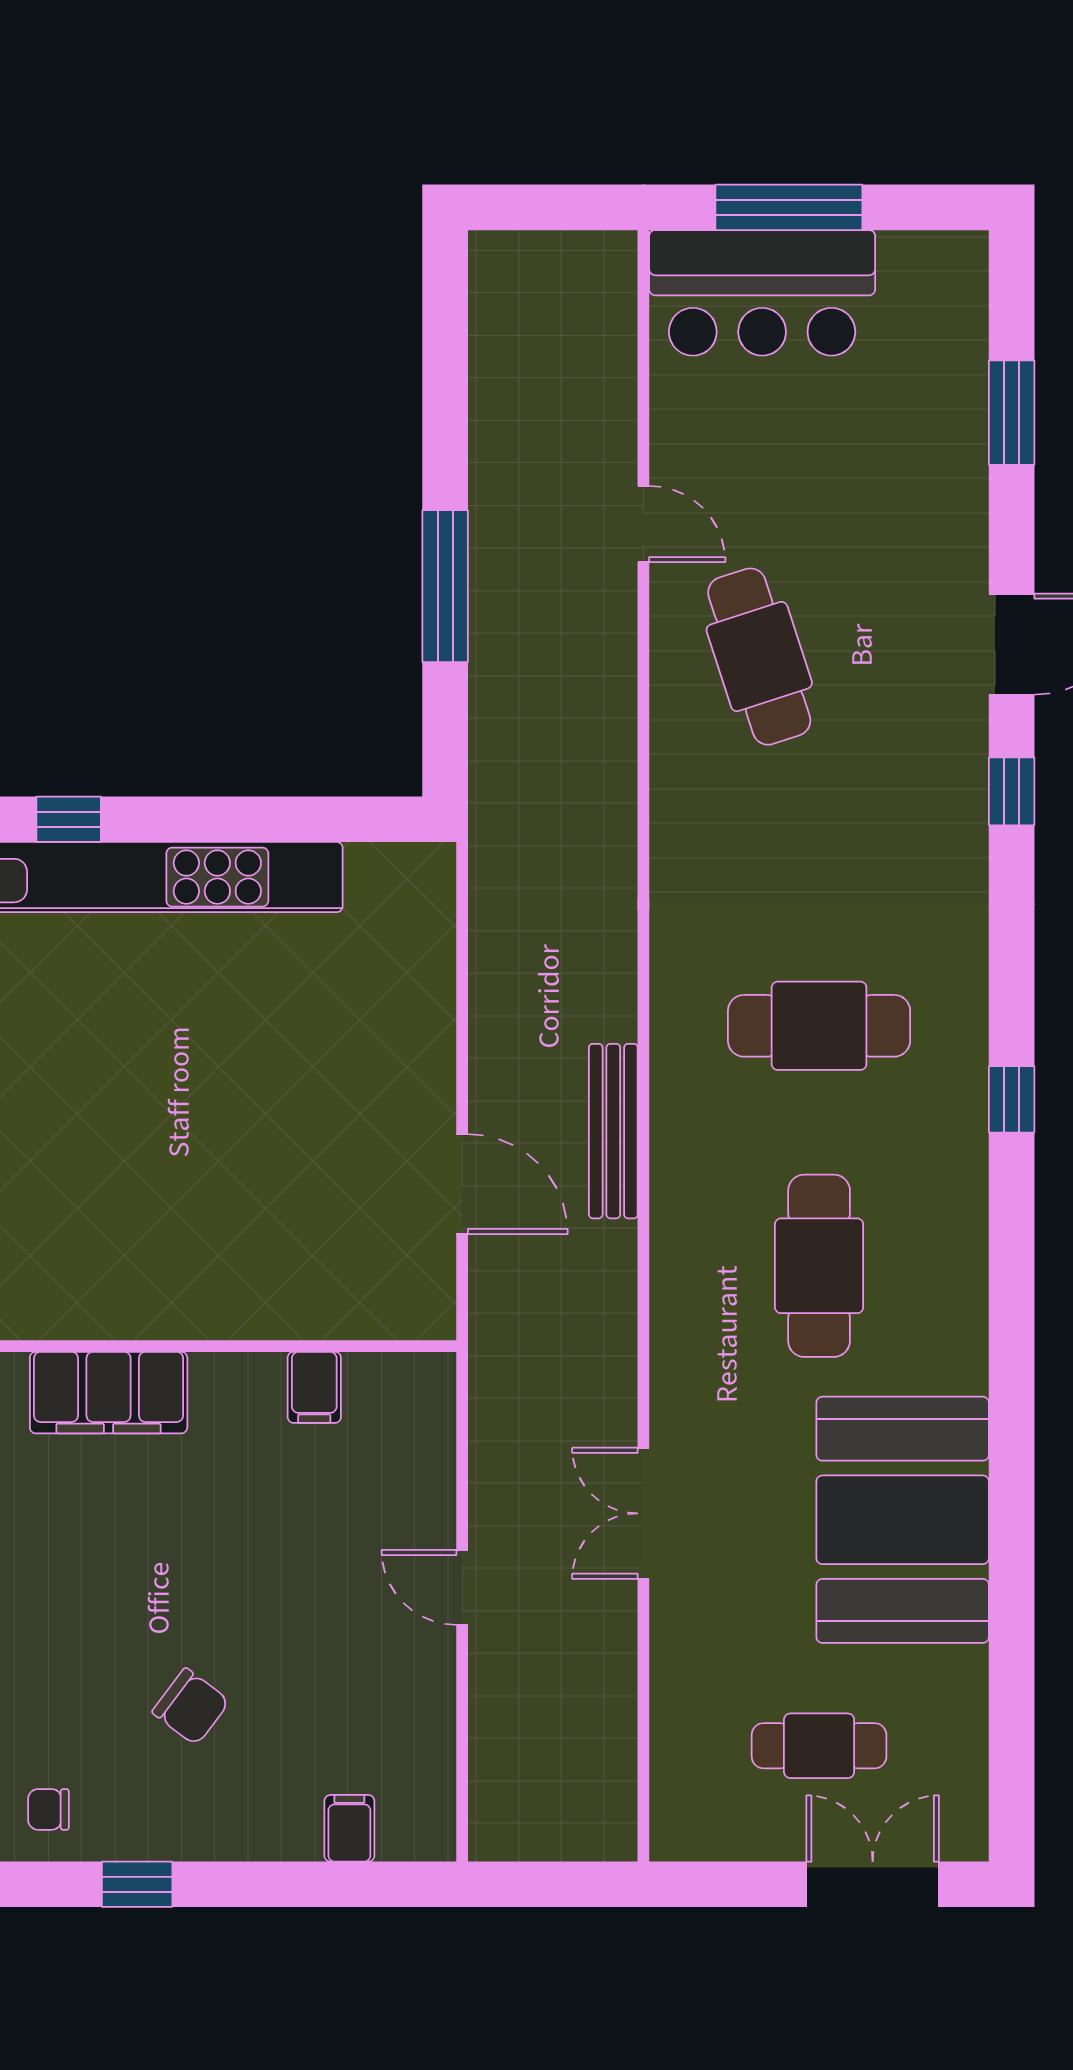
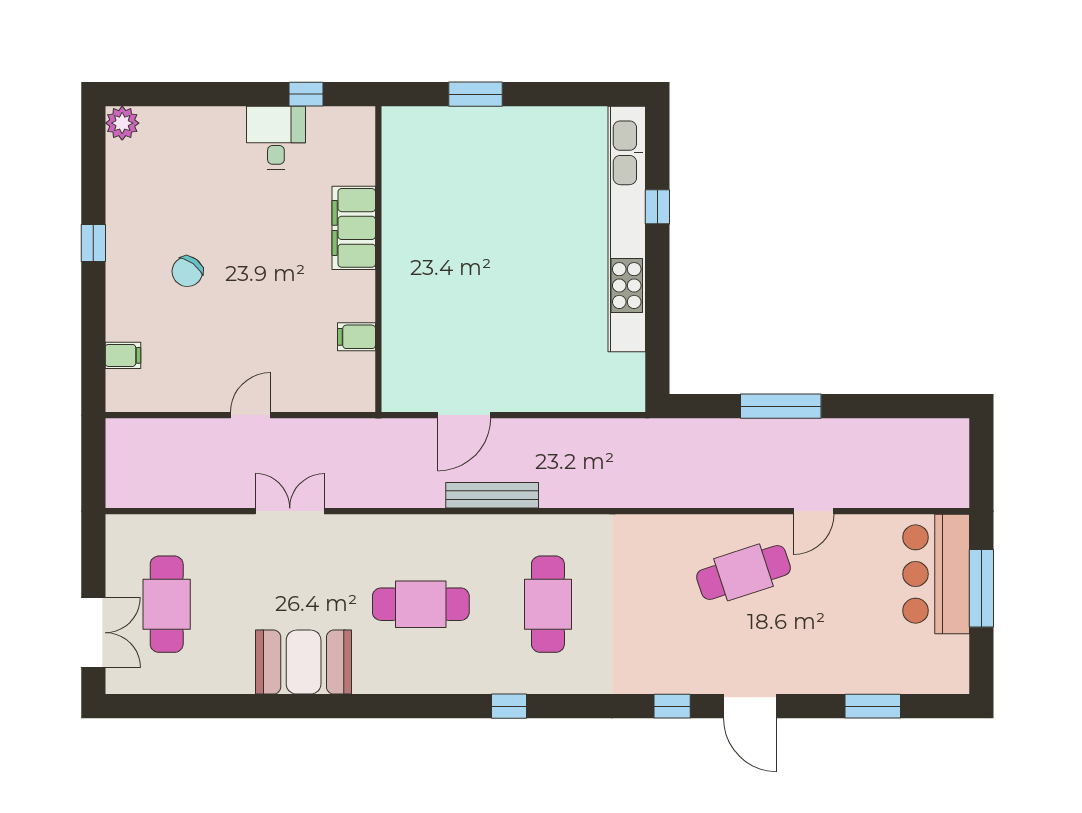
booth: (903, 1520) -> (304, 662), width x0.73, depth x0.70
cafe table: (819, 1746) -> (167, 604), width x1.37, depth x1.35
chair: (48, 1809) -> (133, 196), removed

